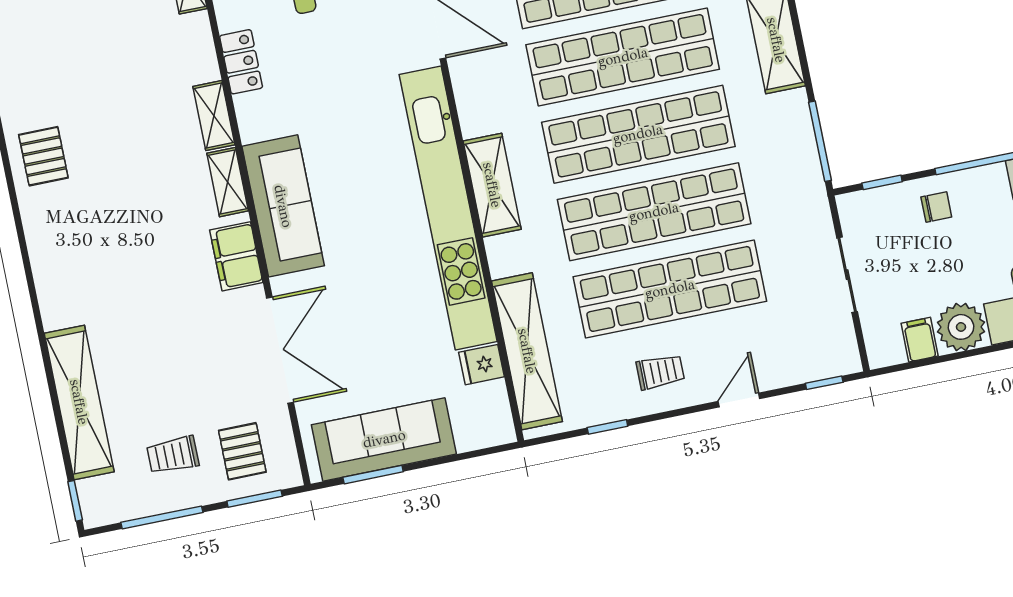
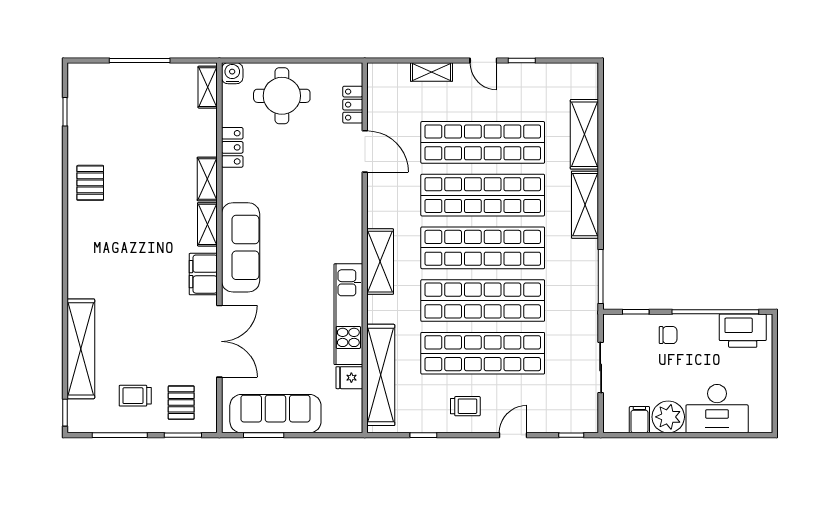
kitchen unit: (448, 208) -> (348, 314), width x0.54

